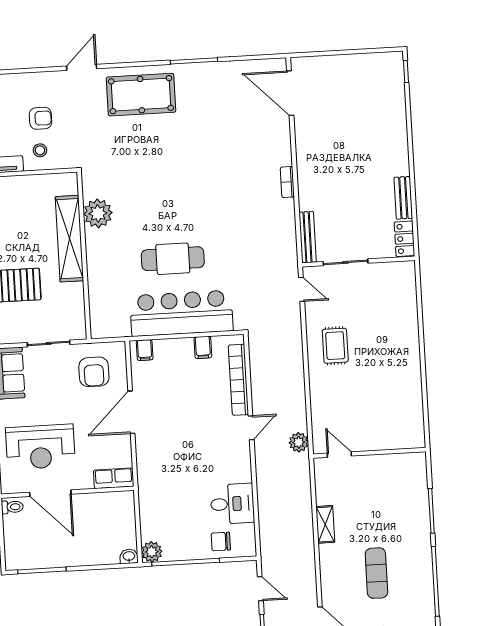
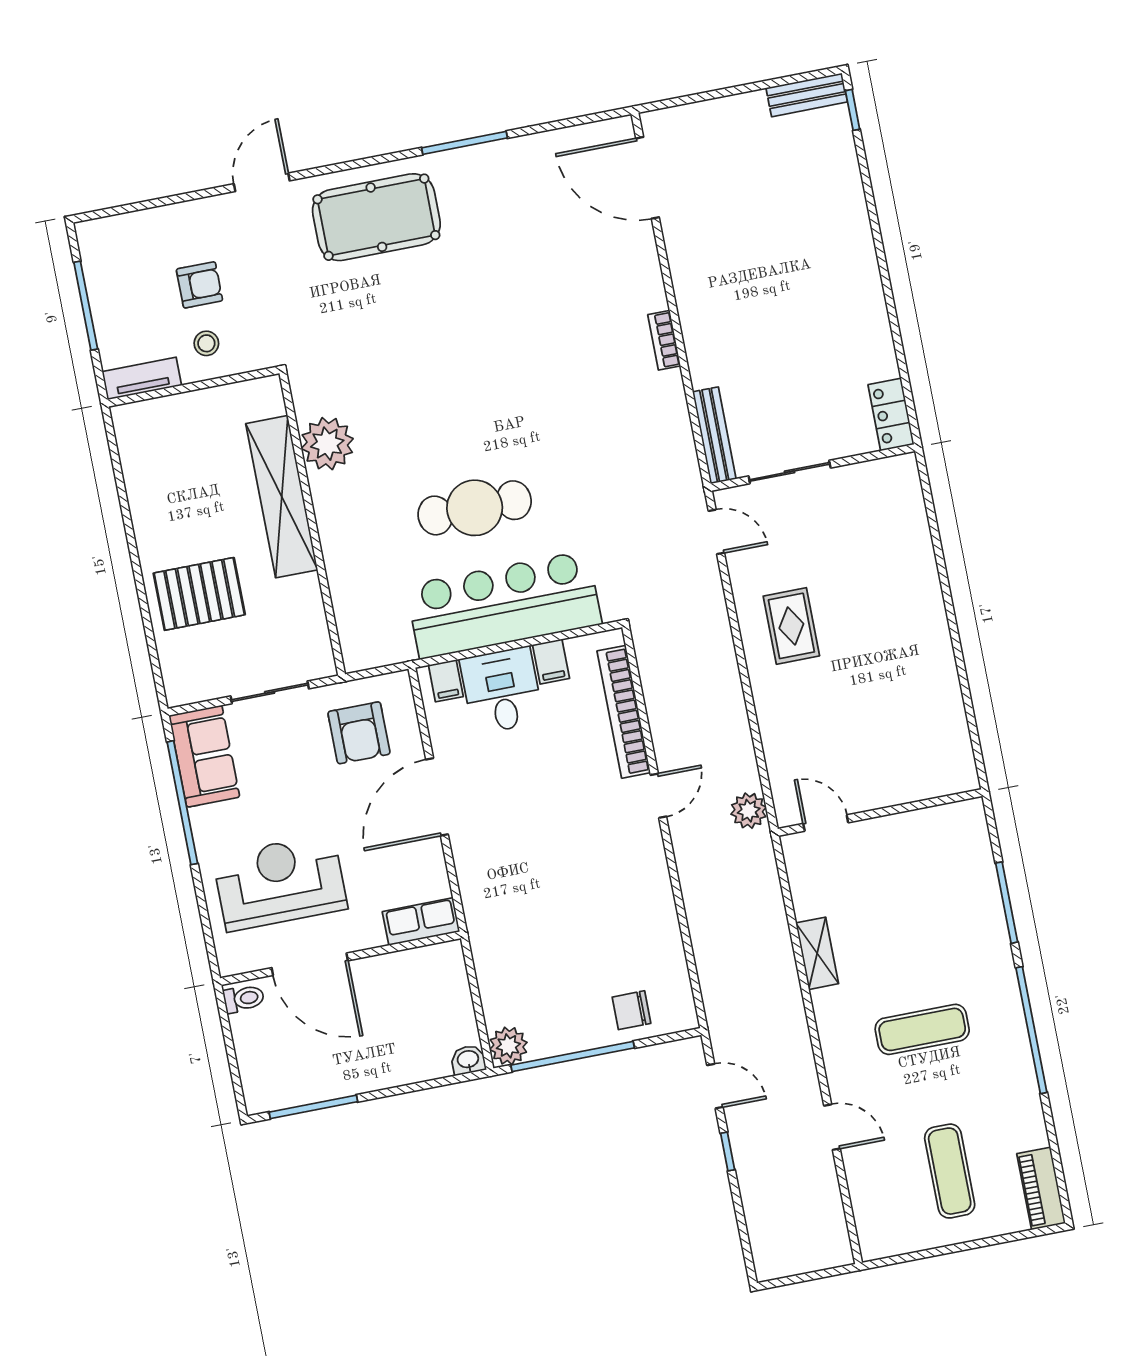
bench: (403, 198) -> (807, 95), moved, turned 90
reception desk: (40, 447) -> (280, 883), turned 180
desk: (232, 504) -> (502, 690), moved, turned -90
exercise mat: (376, 573) -> (922, 1029), turned 90

